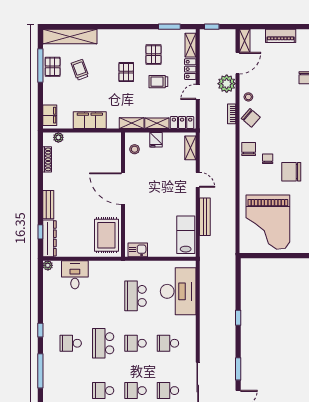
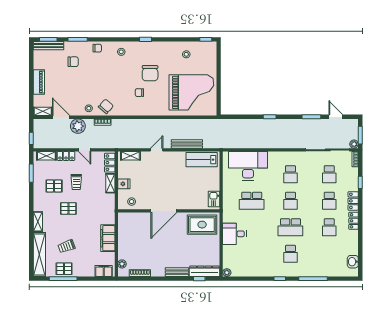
shelving: (132, 123) -> (38, 222), moved
chair: (249, 149) -> (131, 108), removed
desk: (75, 275) -> (234, 234), moved

